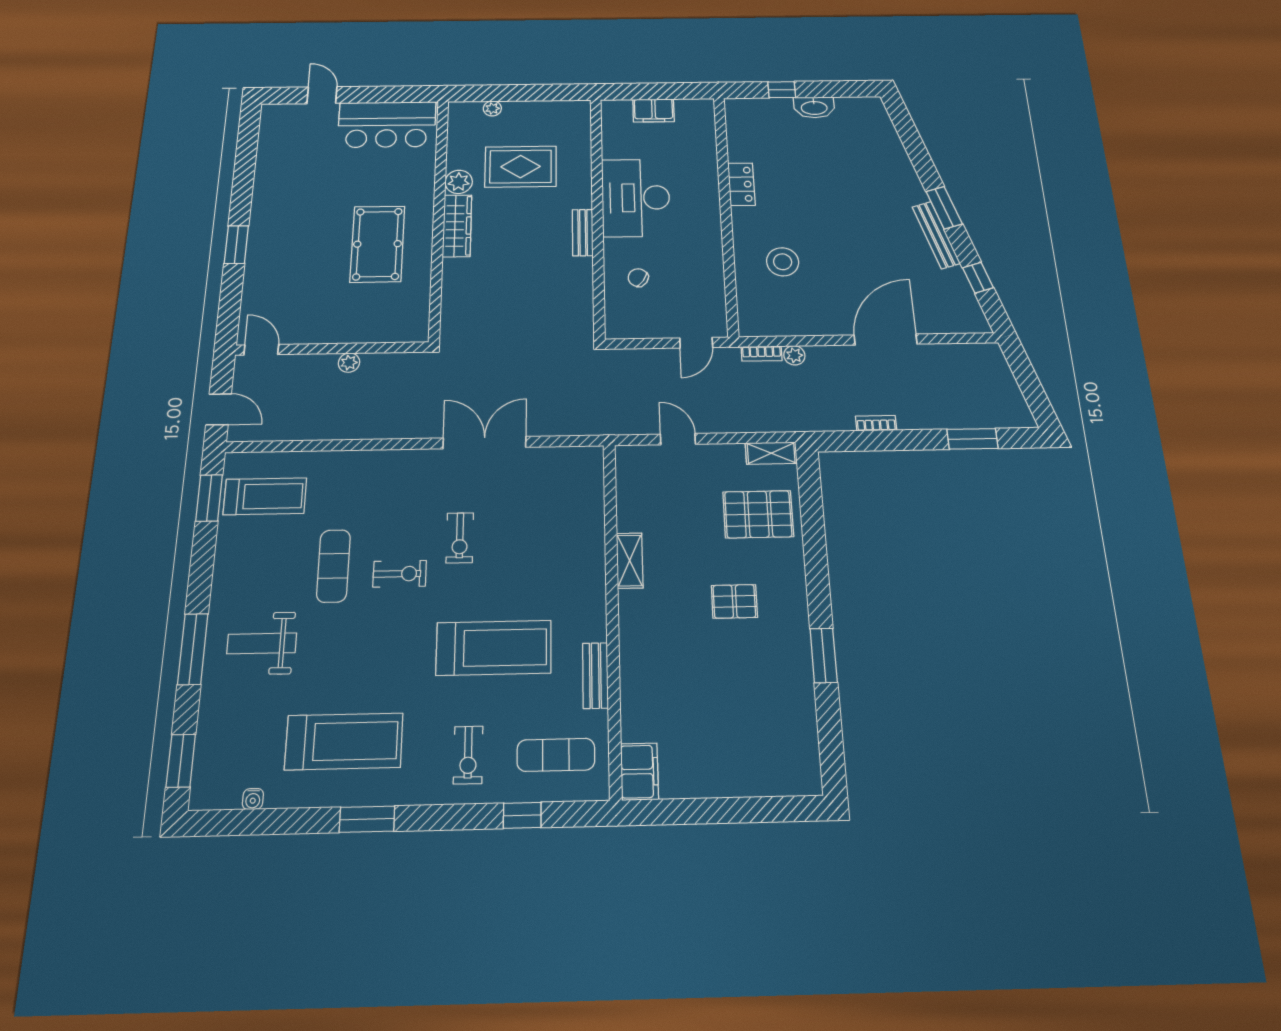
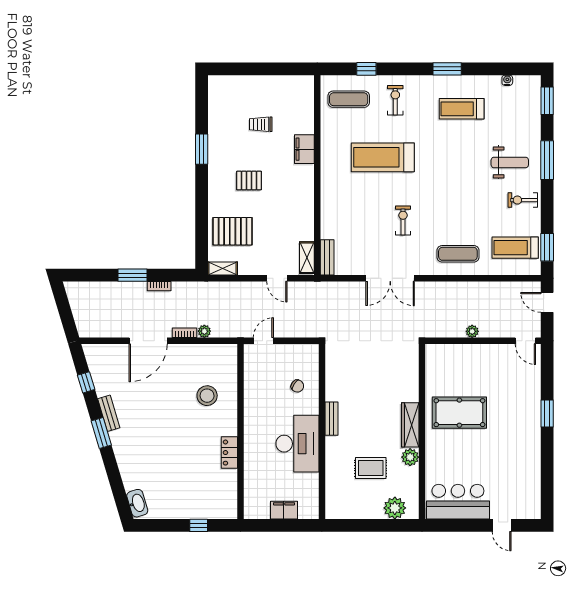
washbasin: (814, 107) -> (137, 503), moved, turned 73
plant: (492, 108) -> (395, 508), width x1.88, depth x1.88
rug: (521, 167) -> (371, 468), width x0.73, depth x0.70
bench: (936, 235) -> (109, 413), width x0.73
pool table: (377, 244) -> (459, 413), turned 90
bookcase: (762, 354) -> (185, 333), moved
window: (972, 439) -> (132, 275), moved
shelving: (630, 561) -> (307, 258), moved
exercise mat: (333, 566) -> (458, 254), moved, turned 90
exercise bike: (400, 574) -> (523, 200), moved
bench: (595, 675) -> (327, 257), moved
trolley: (718, 704) -> (261, 124), added
treadmill: (344, 741) -> (462, 109), width x0.73, depth x0.73
filing cabinet: (640, 772) -> (304, 149), moved

